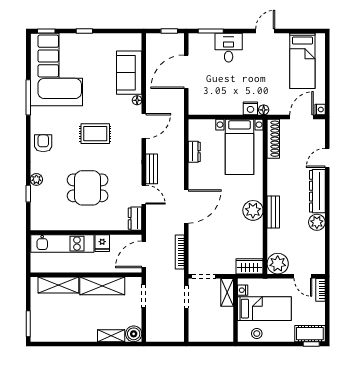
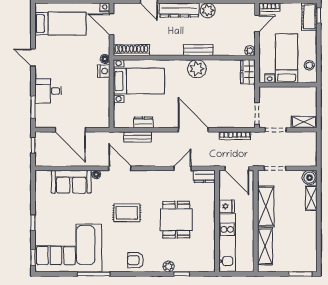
rug: (95, 134) -> (127, 213), turned 90
bench: (152, 169) -> (138, 137), moved
plant: (278, 264) -> (250, 51), width x0.53, depth x0.53
shelving: (227, 292) -> (304, 122), moved

